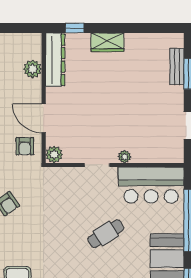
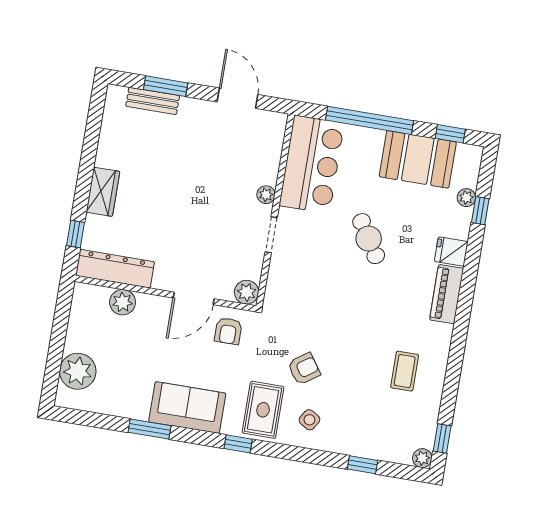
armchair: (25, 146) -> (228, 331), turned 90

